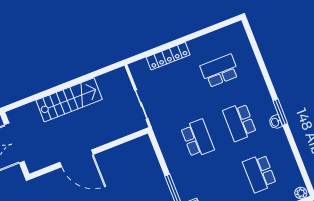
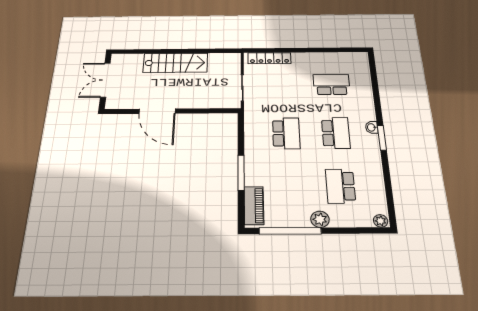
locker: (168, 56) -> (269, 58), moved
school desk: (240, 122) -> (336, 133), turned 180
washbasin: (275, 122) -> (372, 127), moved

